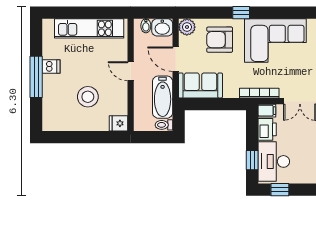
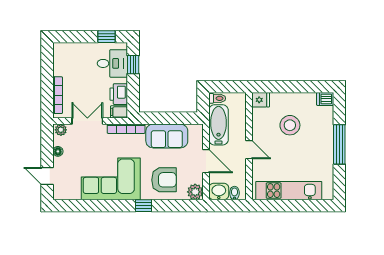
dishwasher: (51, 66) -> (325, 99), moved
sofa: (200, 85) -> (167, 136), moved
desk: (274, 161) -> (112, 63), width x0.73

